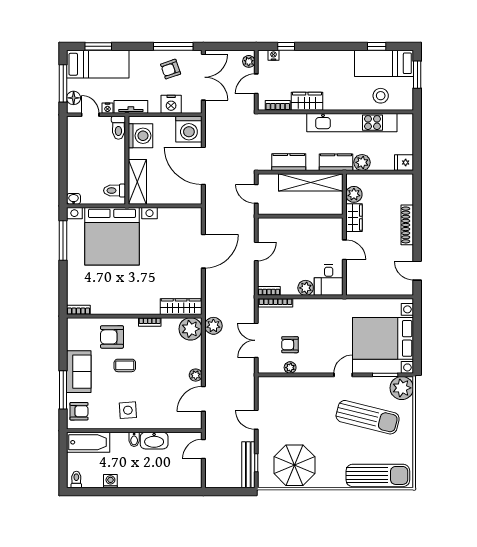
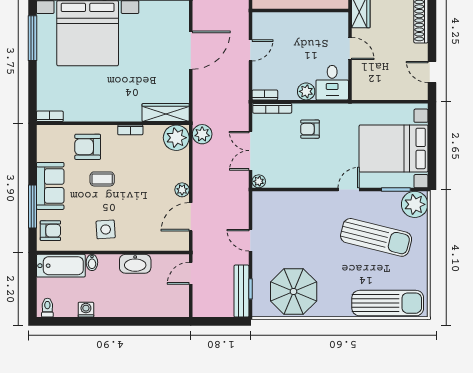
armchair: (290, 345) -> (310, 129), moved
plant: (290, 368) -> (259, 181), moved
bidet: (134, 439) -> (92, 262), moved

